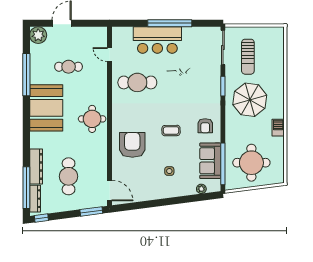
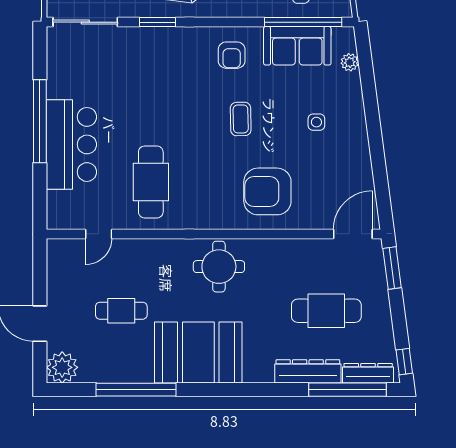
cafe table: (69, 67) -> (121, 311), turned 90
armchair: (205, 126) -> (232, 55), turned 90

